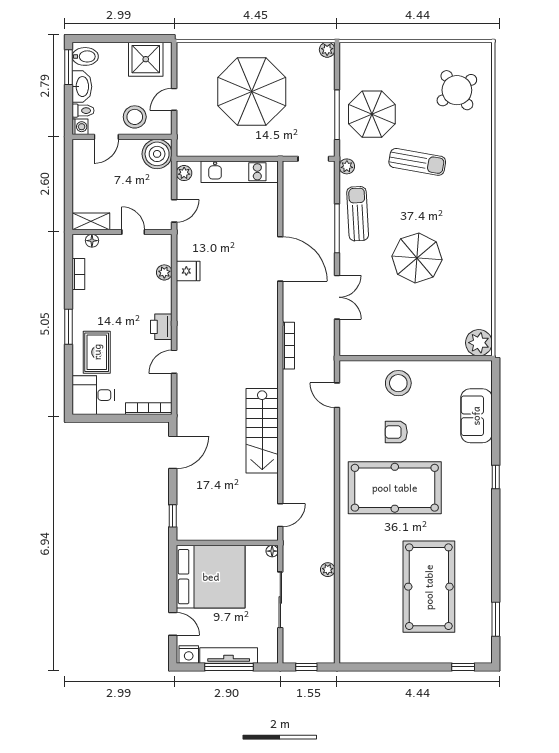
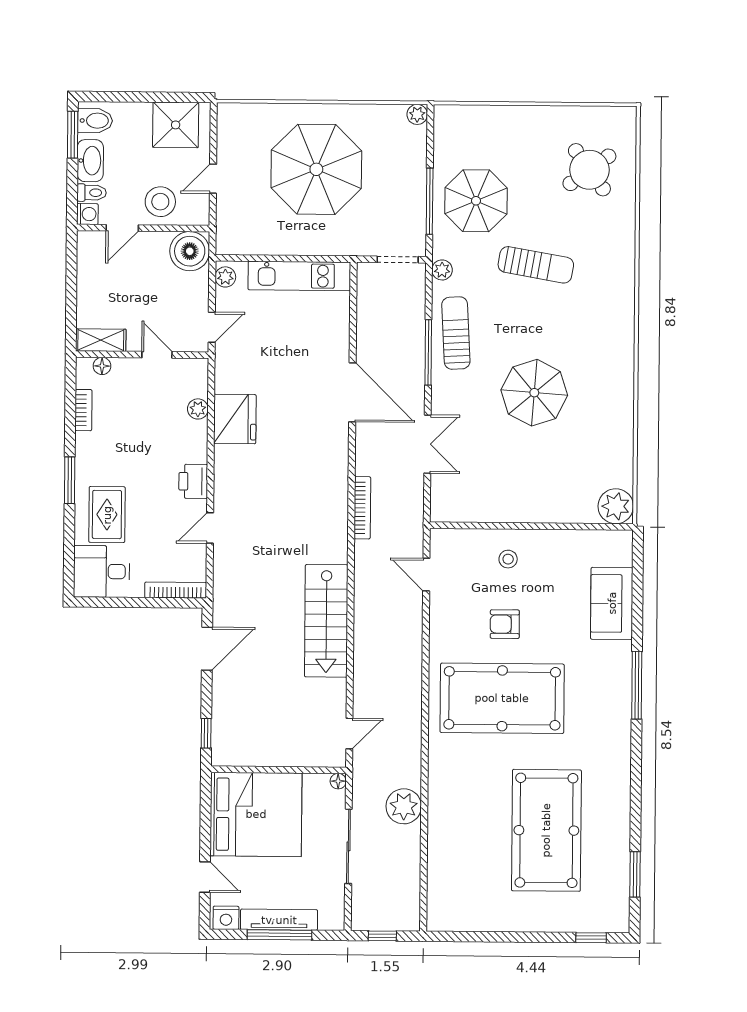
fridge: (188, 271) -> (235, 419), width x1.88, depth x1.34
stool: (398, 383) -> (508, 559), width x0.53, depth x0.53
window: (496, 477) -> (637, 685), width x2.17
plant: (328, 570) -> (404, 806), width x1.87, depth x1.87

